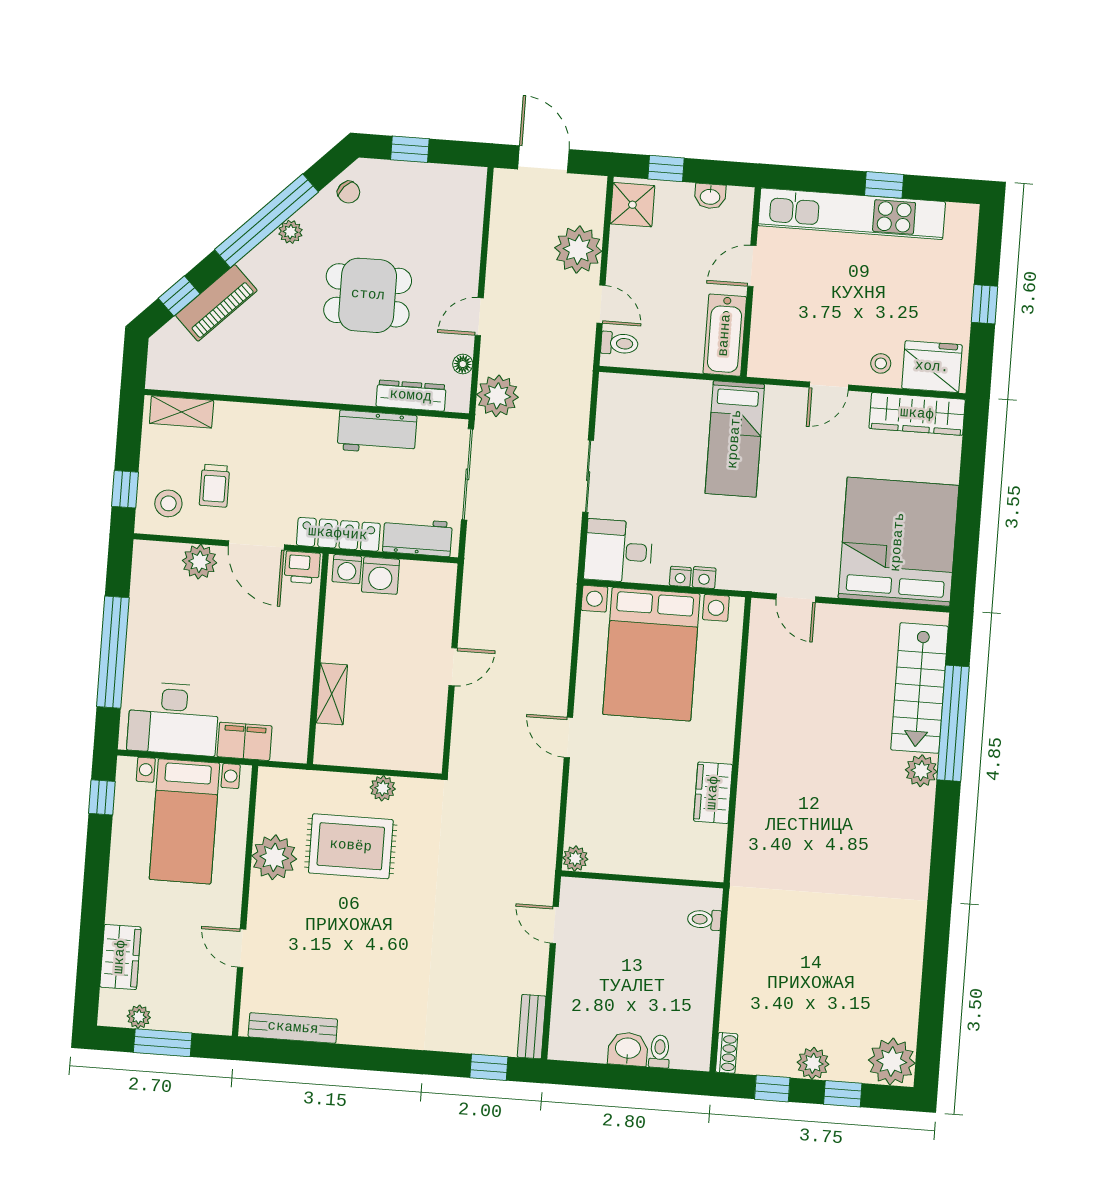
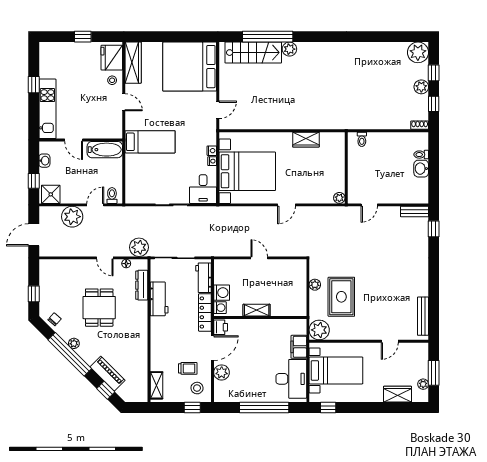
kitchen unit: (852, 214) -> (47, 109), width x0.73
shelving: (332, 694) -> (257, 310), moved
plant: (274, 857) -> (319, 330), moved

